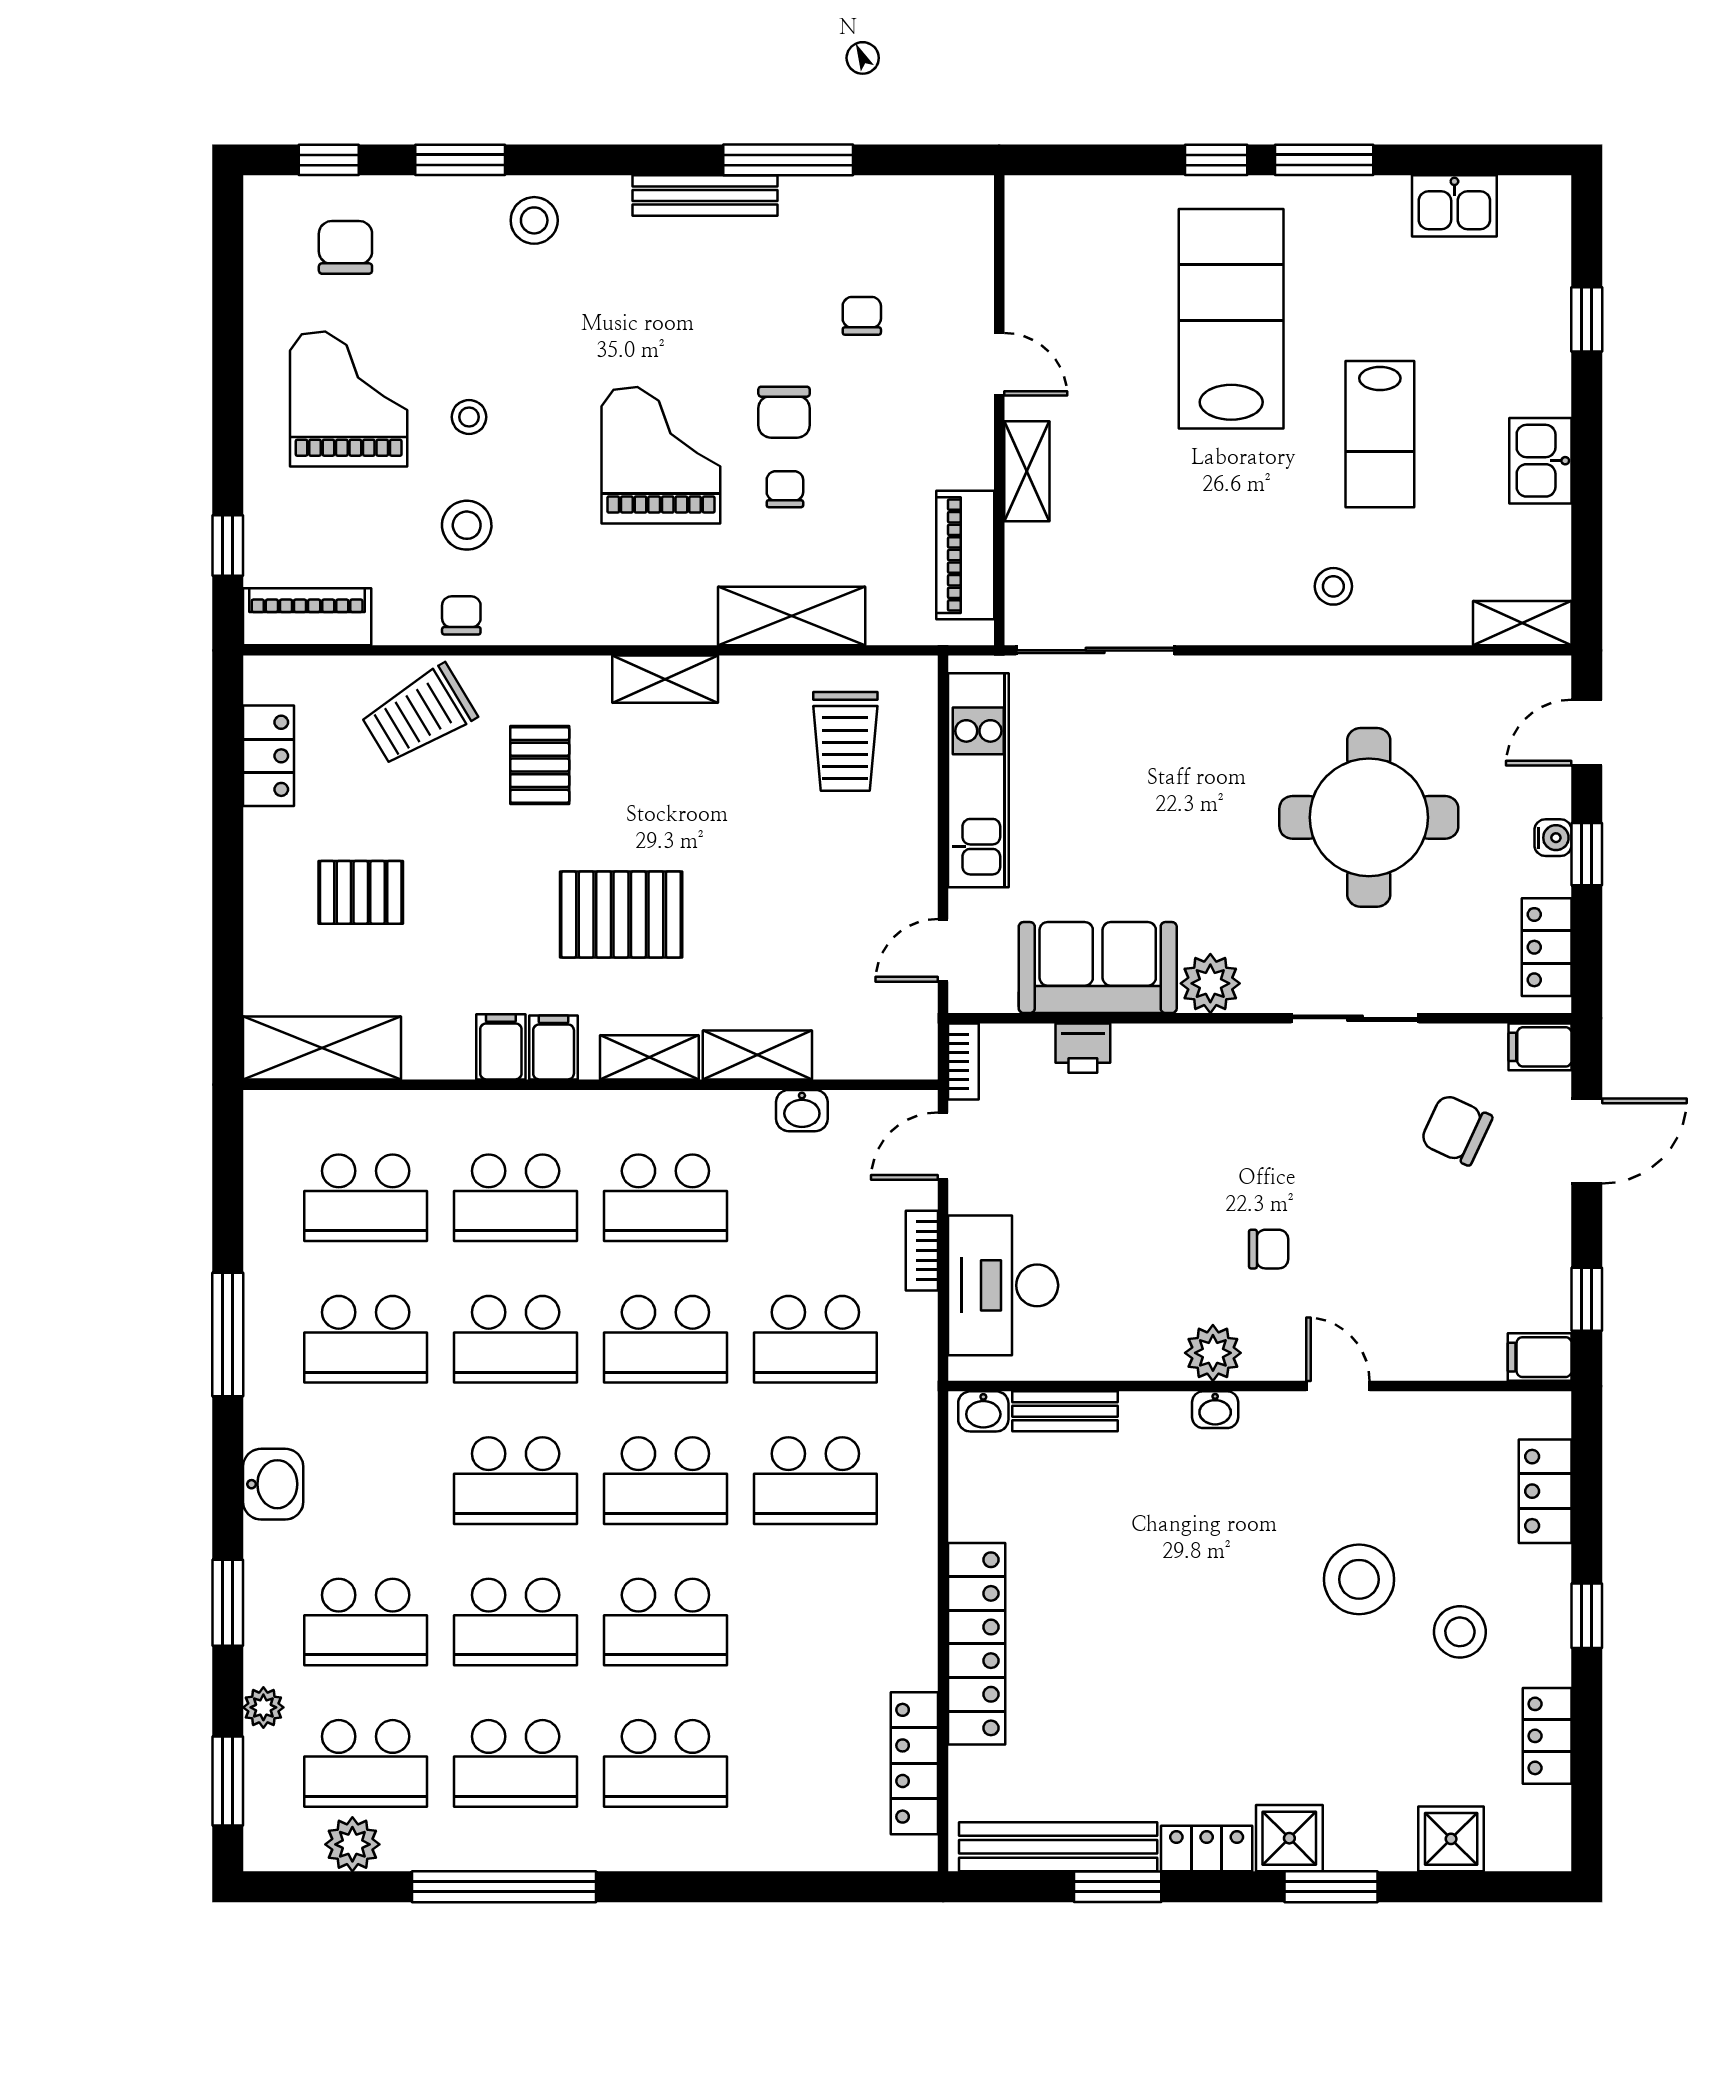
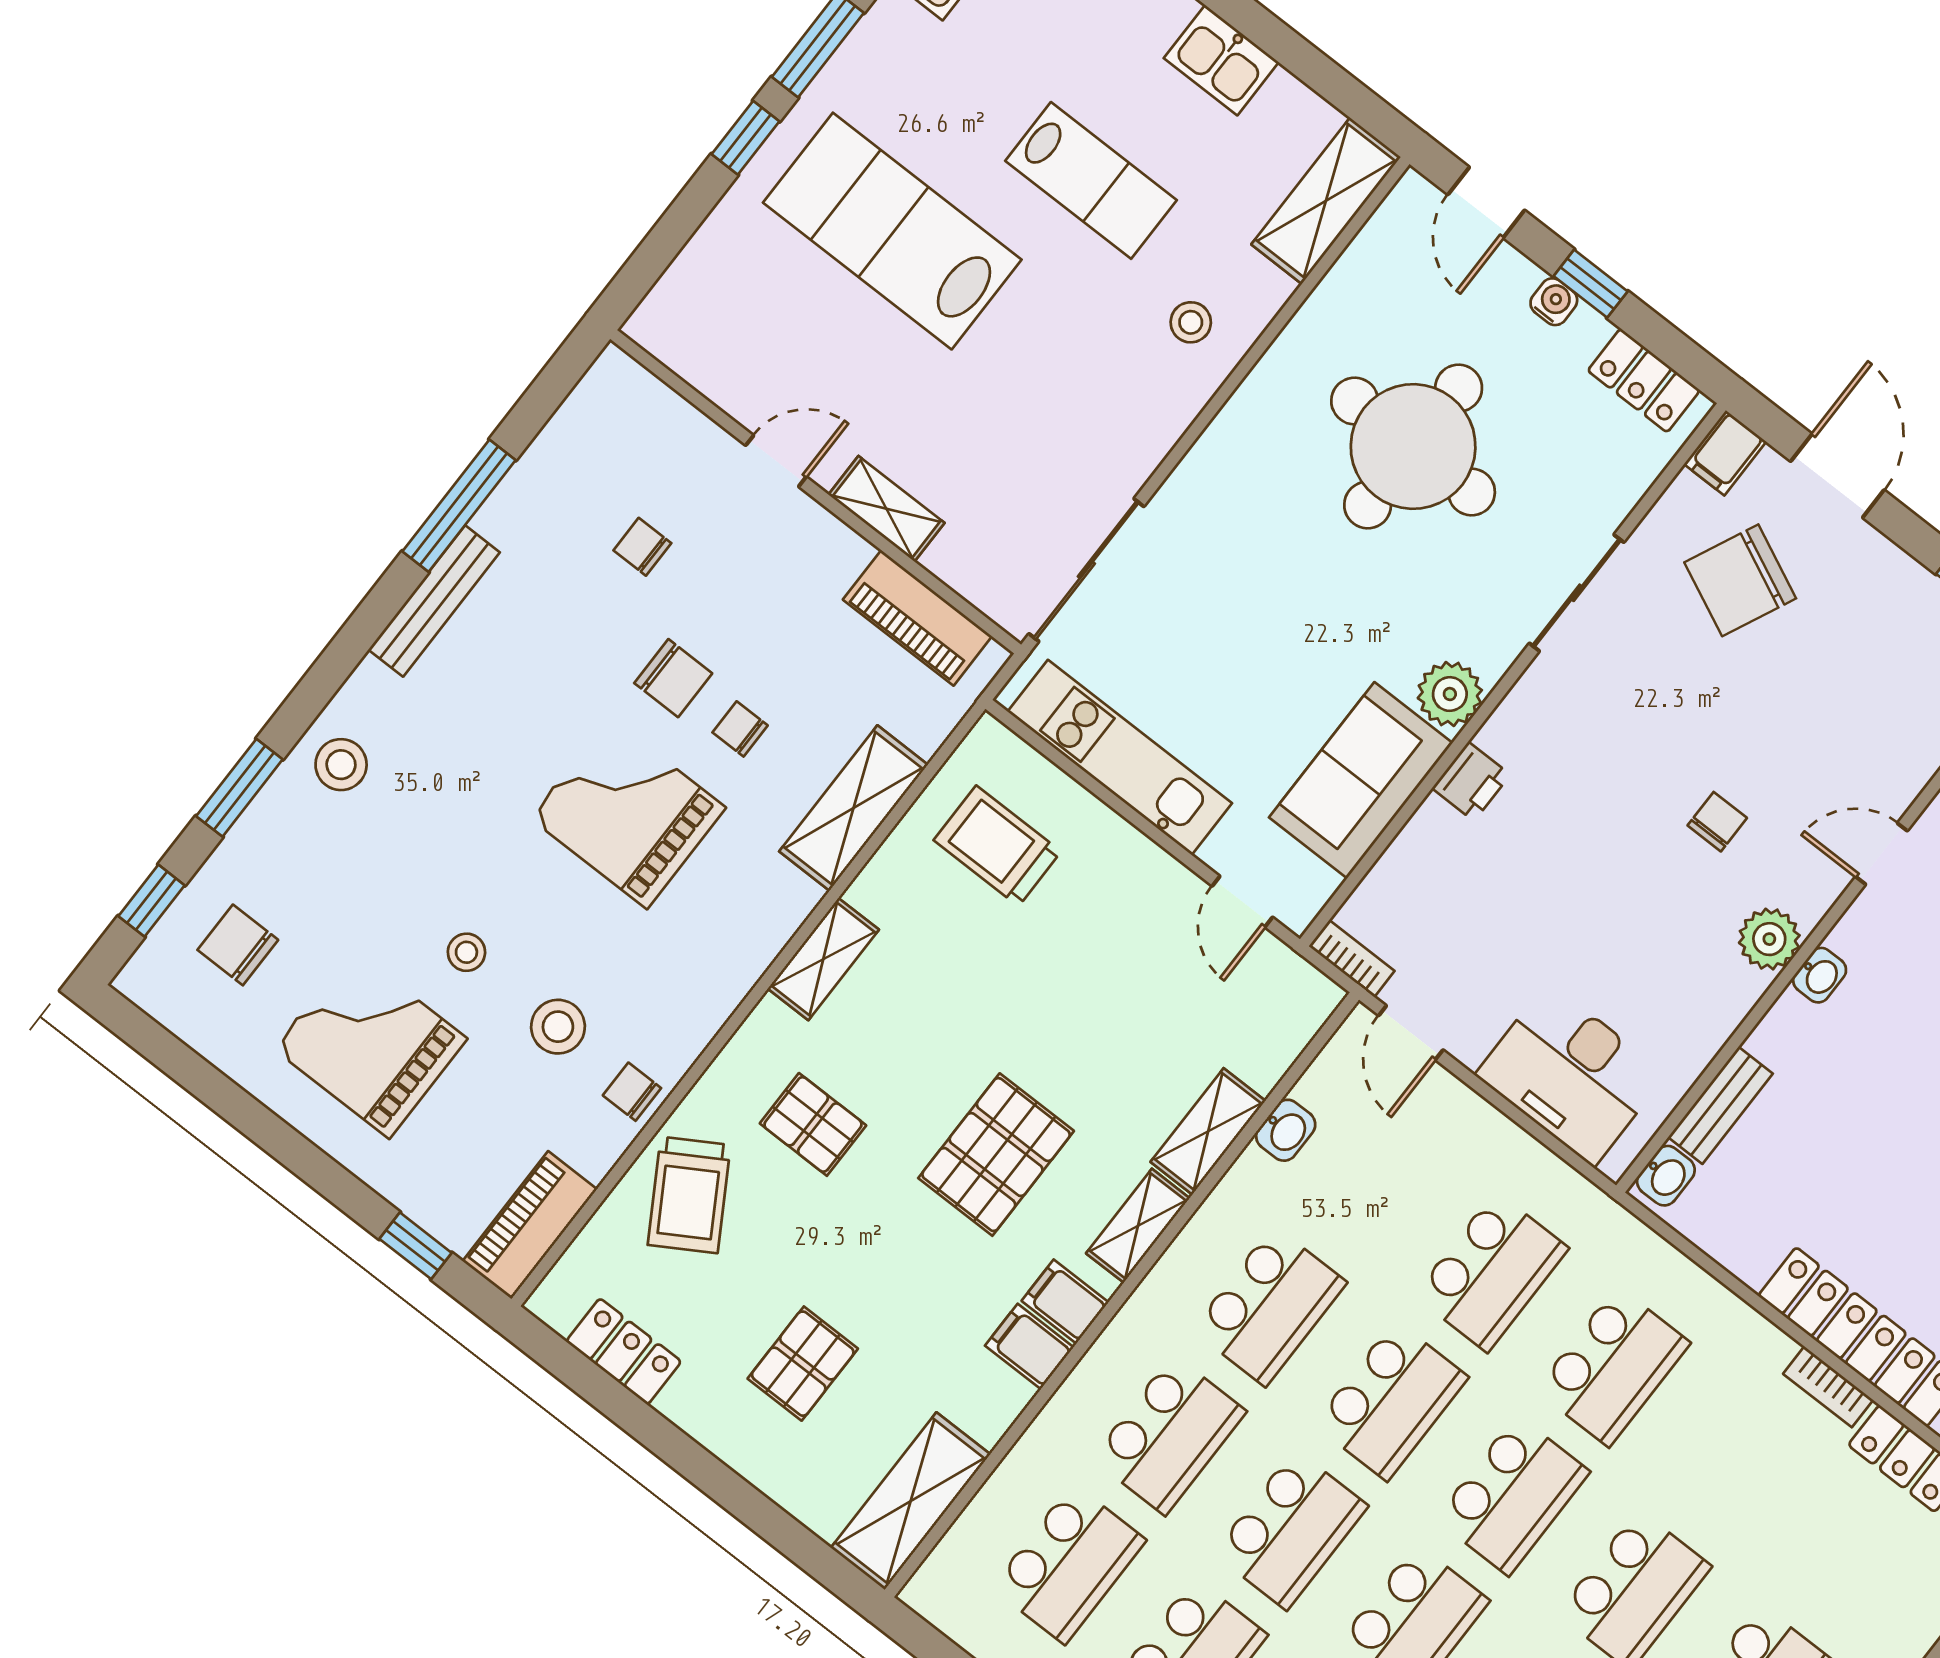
shelving: (1522, 623) -> (1326, 201), width x1.50, depth x1.33
trolley: (845, 741) -> (997, 846), turned 180
printer: (1083, 1048) -> (1471, 781), moved
chair: (1456, 1130) -> (1740, 580), width x1.37, depth x1.37
bookcase: (922, 1251) -> (1828, 1387), moved

